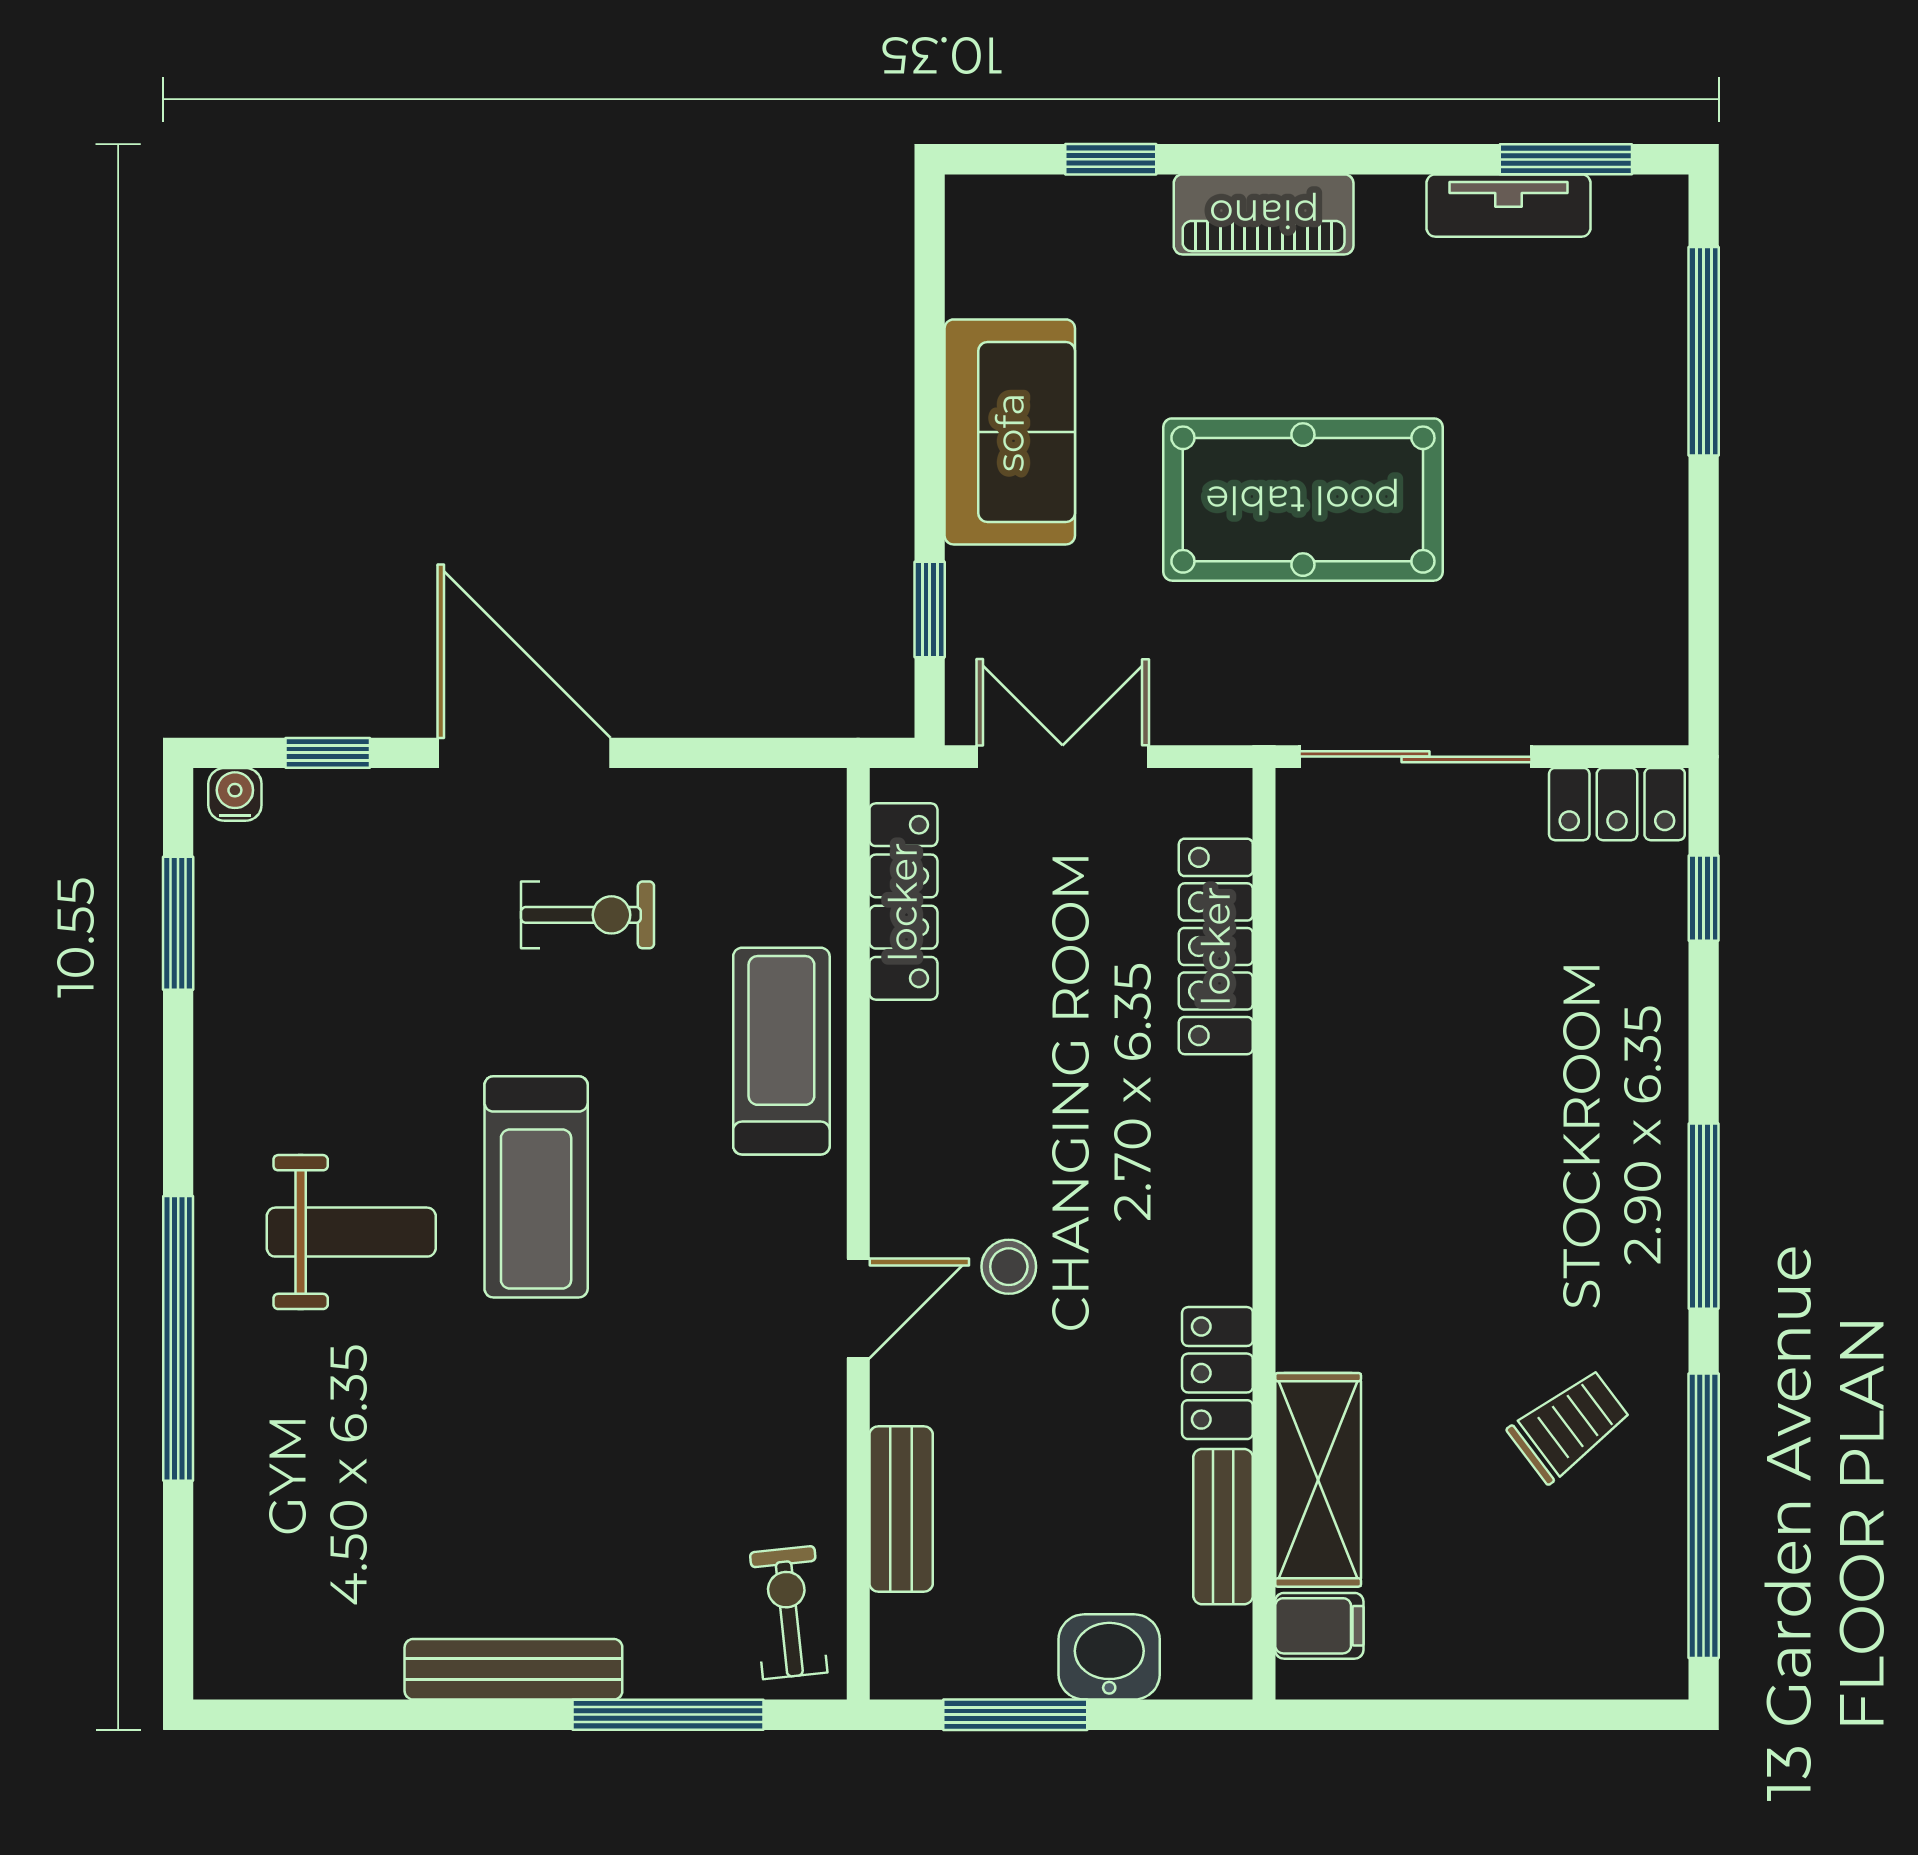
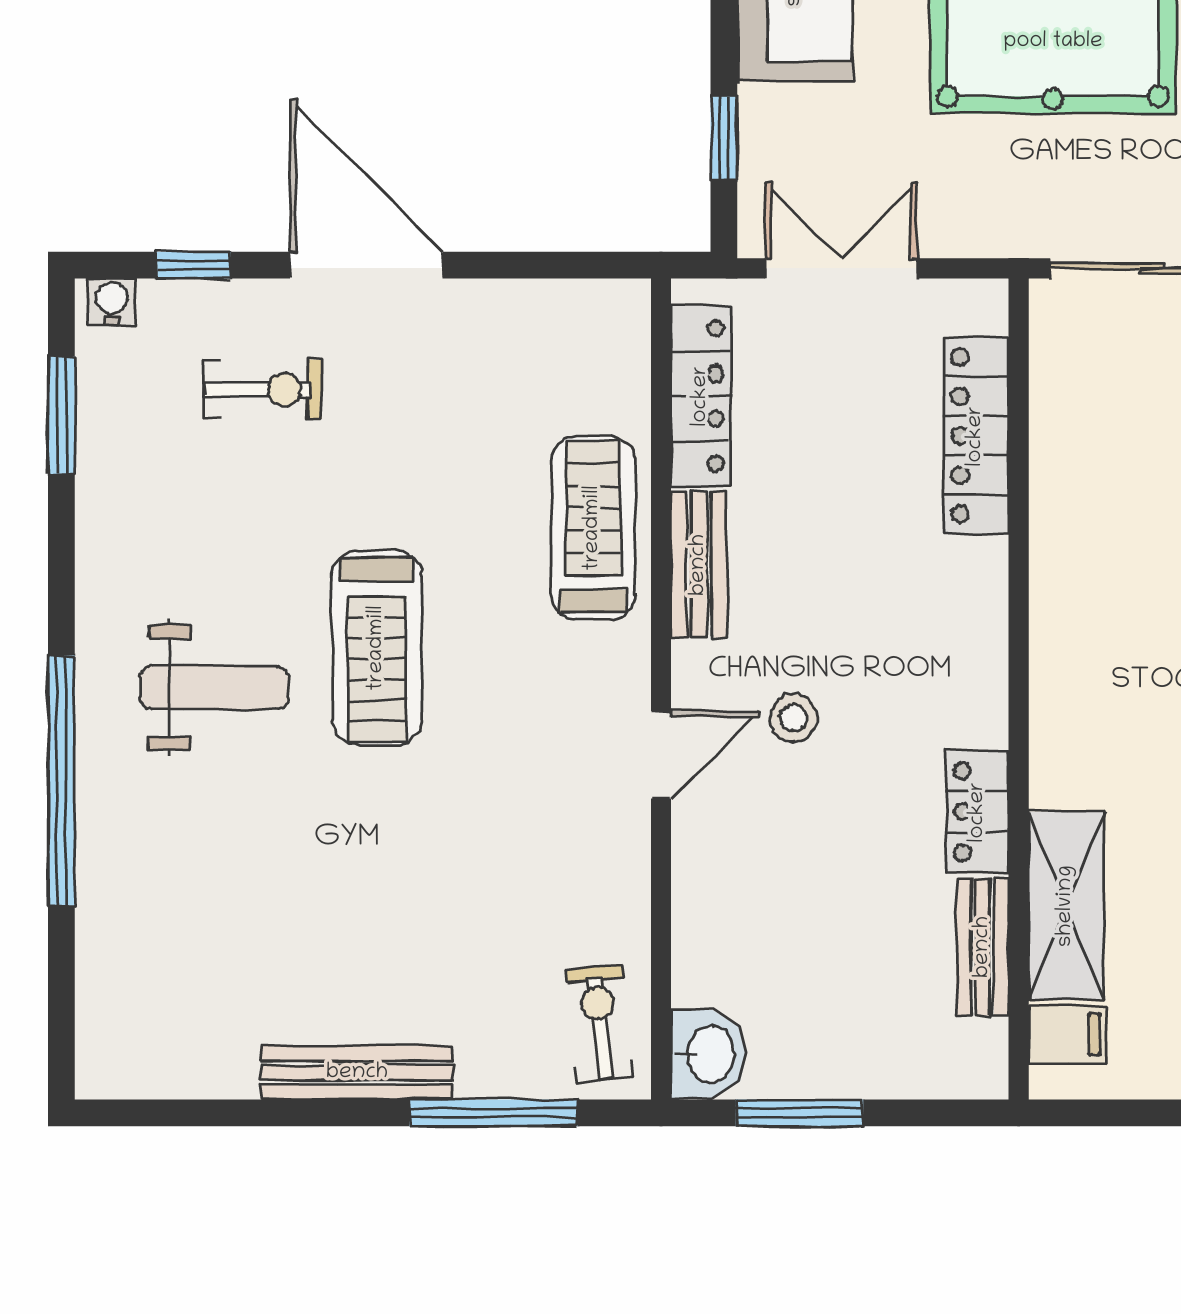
exercise bike: (588, 915) -> (263, 389), moved
bench: (901, 1509) -> (699, 565), moved
washbasin: (1109, 1657) -> (709, 1054), moved, turned 90

